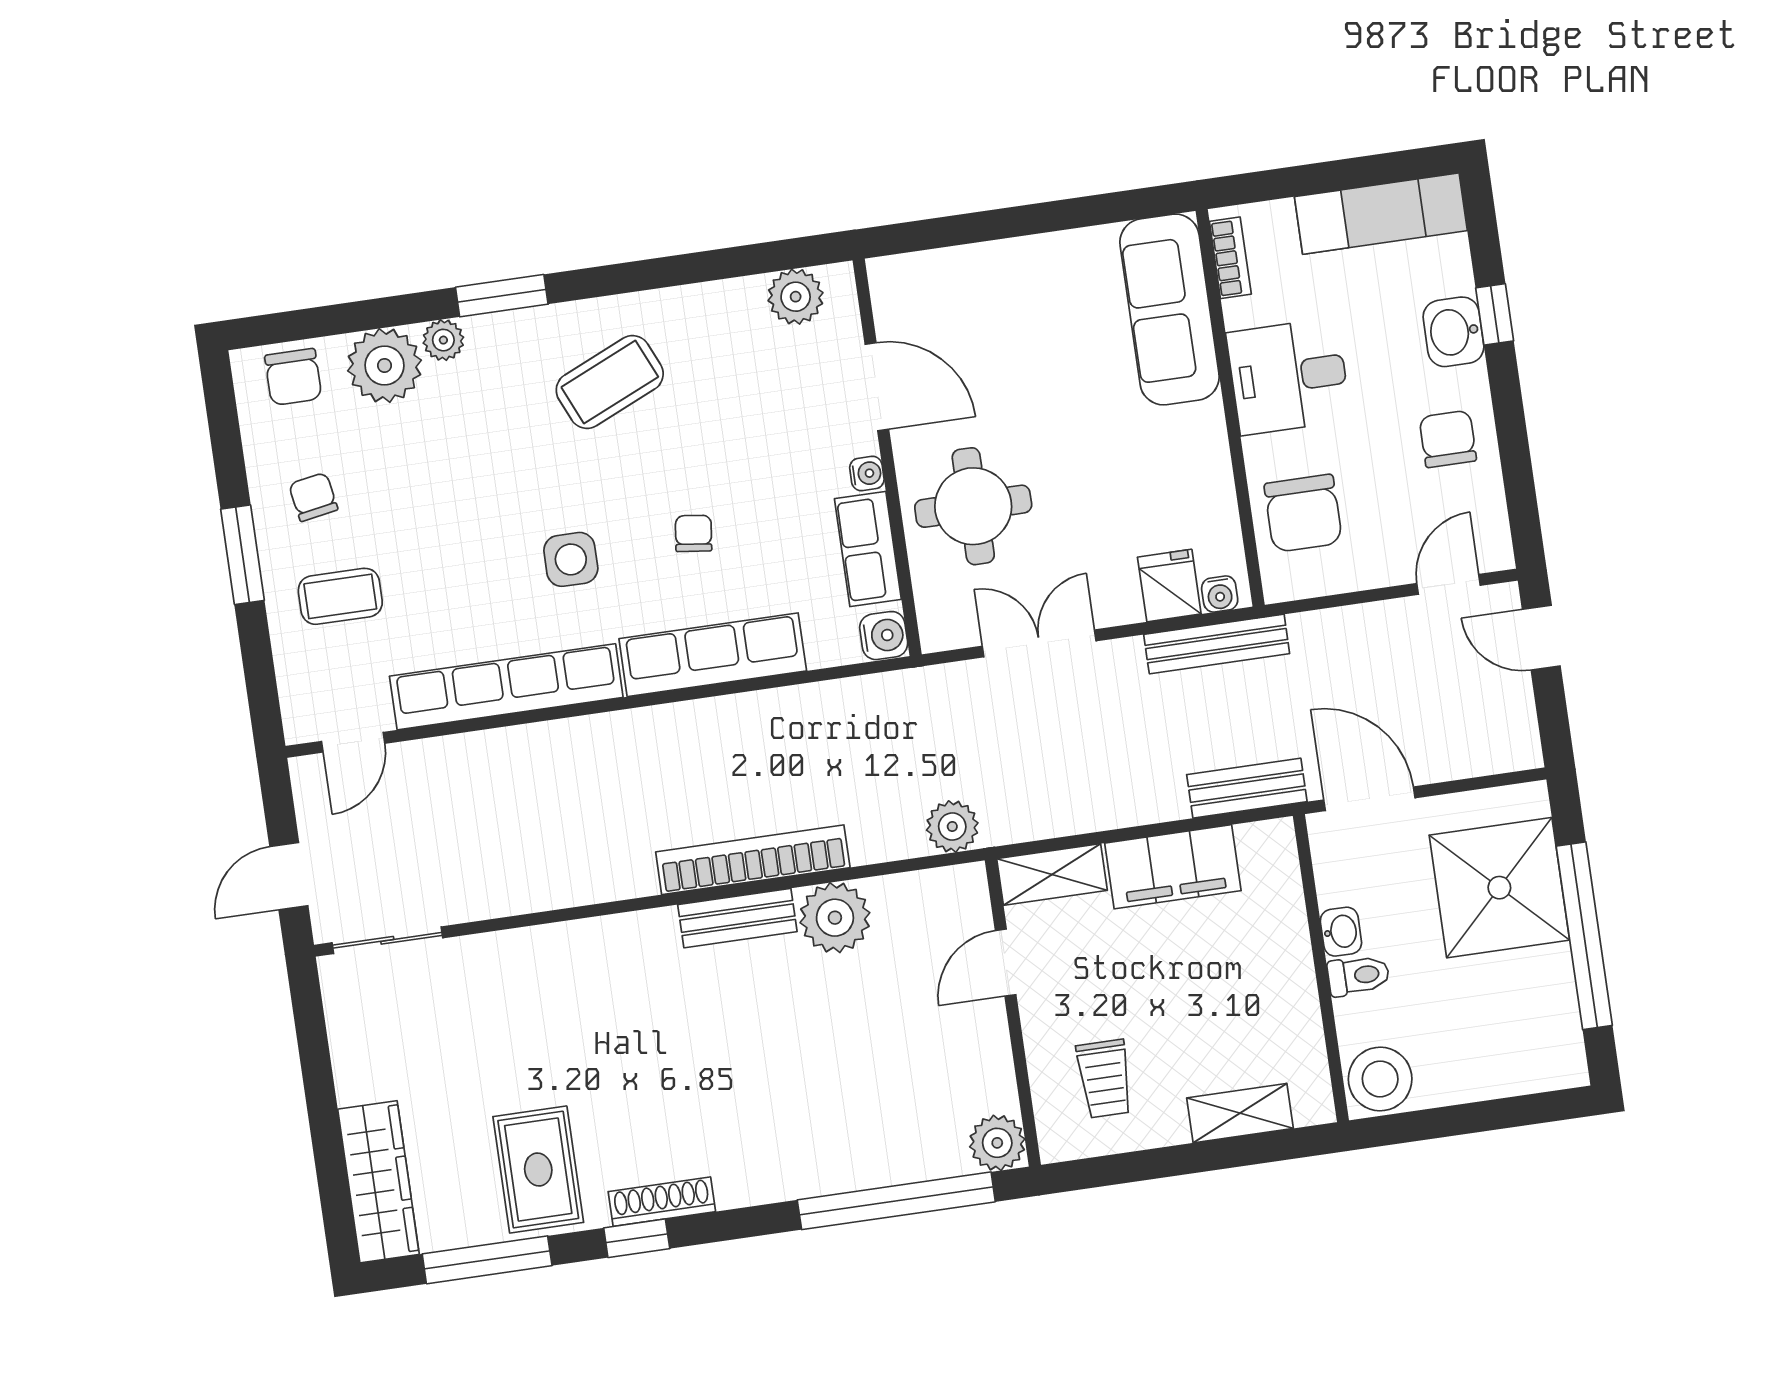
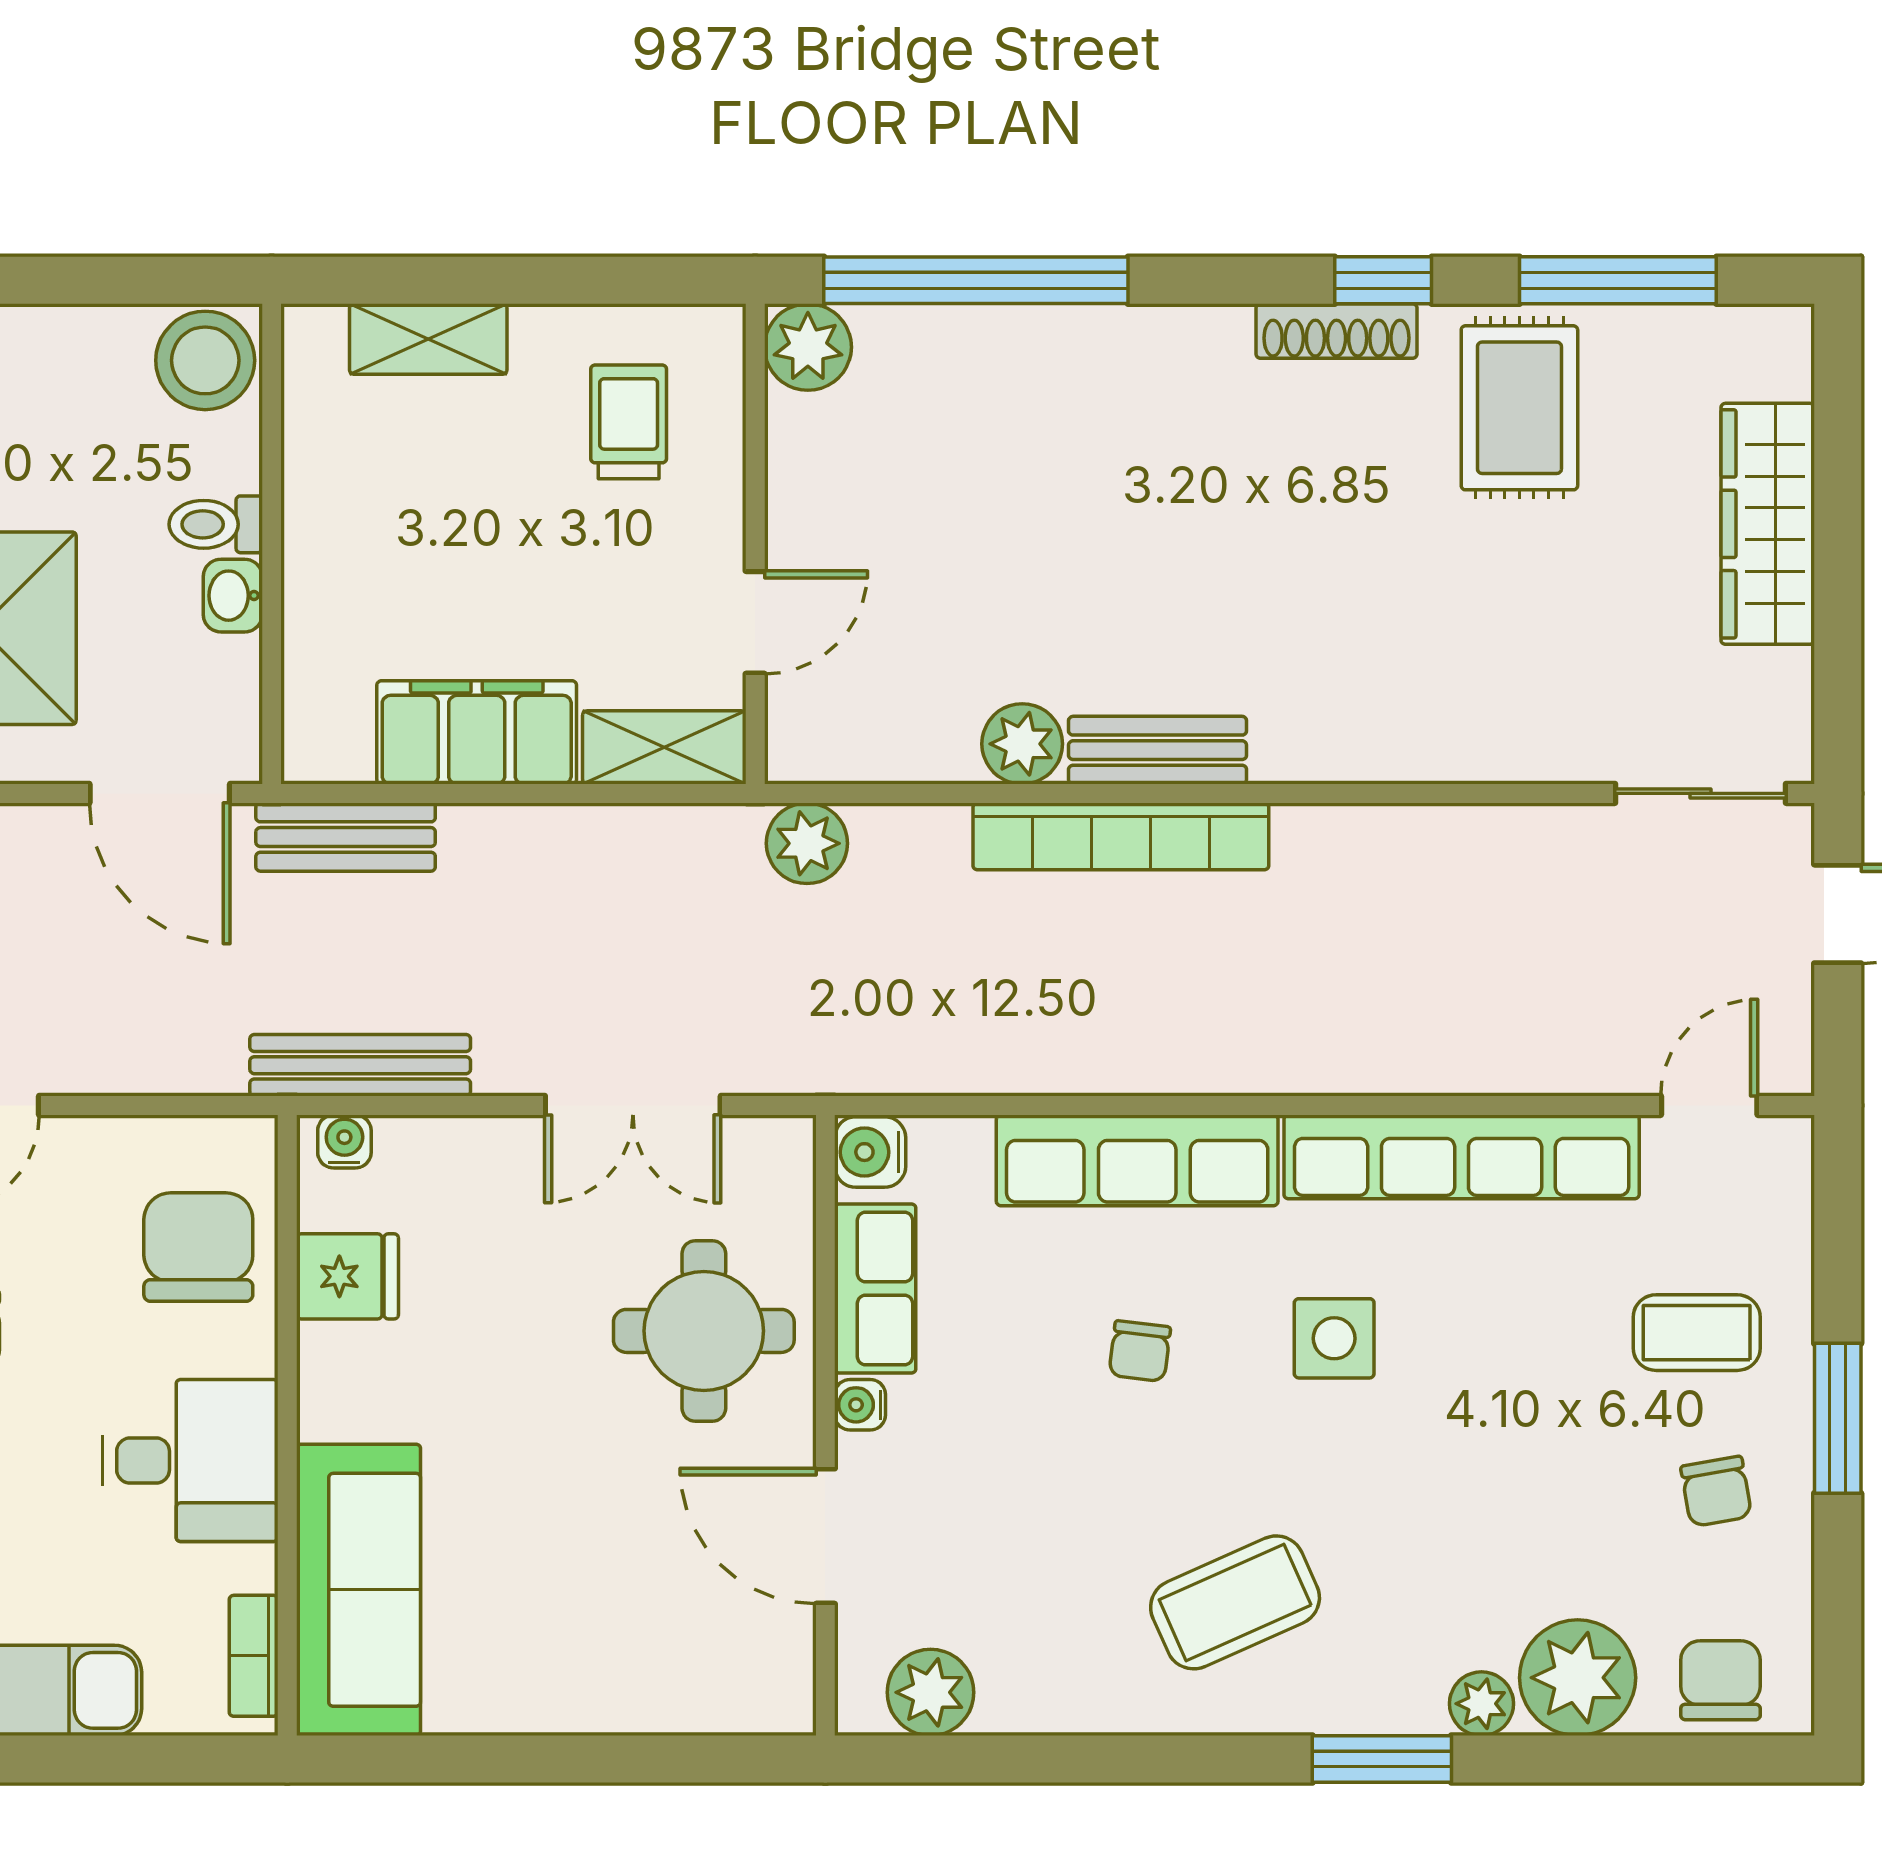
fridge: (1169, 586) -> (347, 1276), moved, turned -90
plant: (835, 918) -> (1022, 744), width x0.73, depth x0.73
wardrobe: (378, 1182) -> (1768, 524), moved

